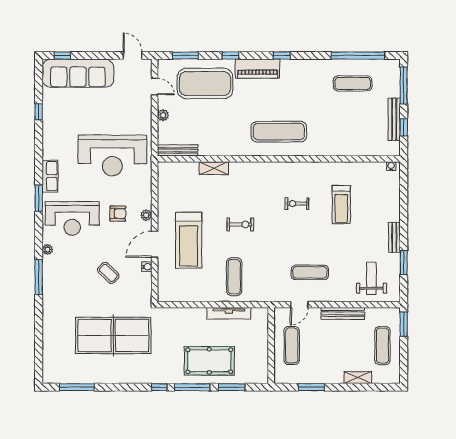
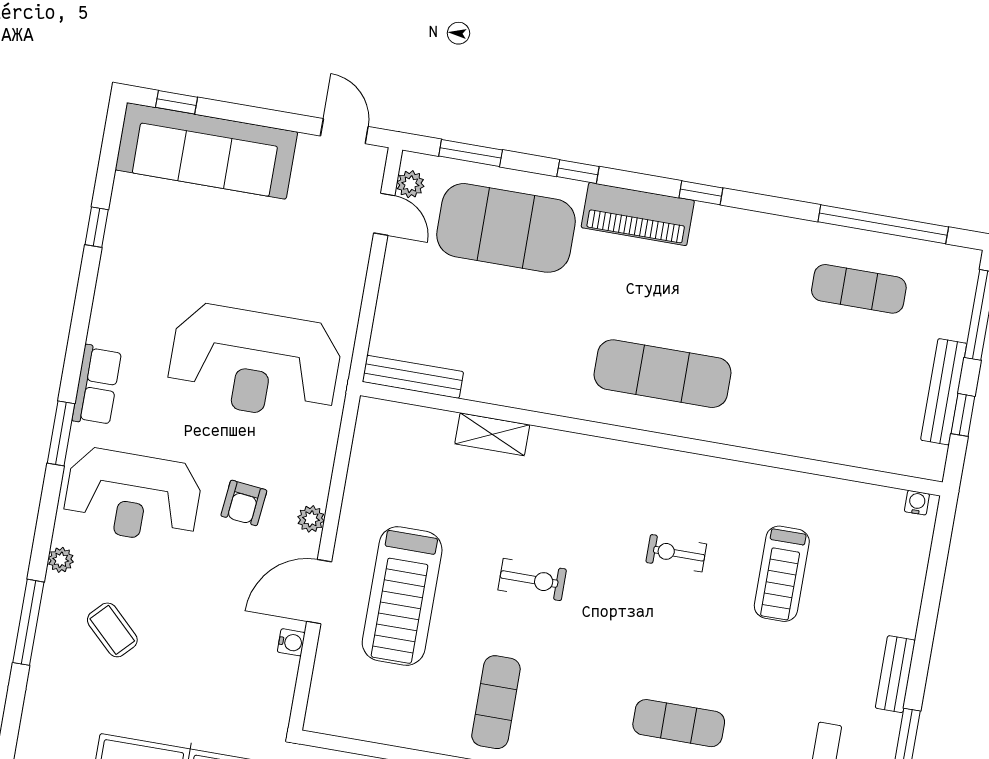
plant: (163, 115) -> (410, 184), moved
armchair: (118, 214) -> (244, 503), turned 95
coffee table: (108, 273) -> (112, 630), moved

